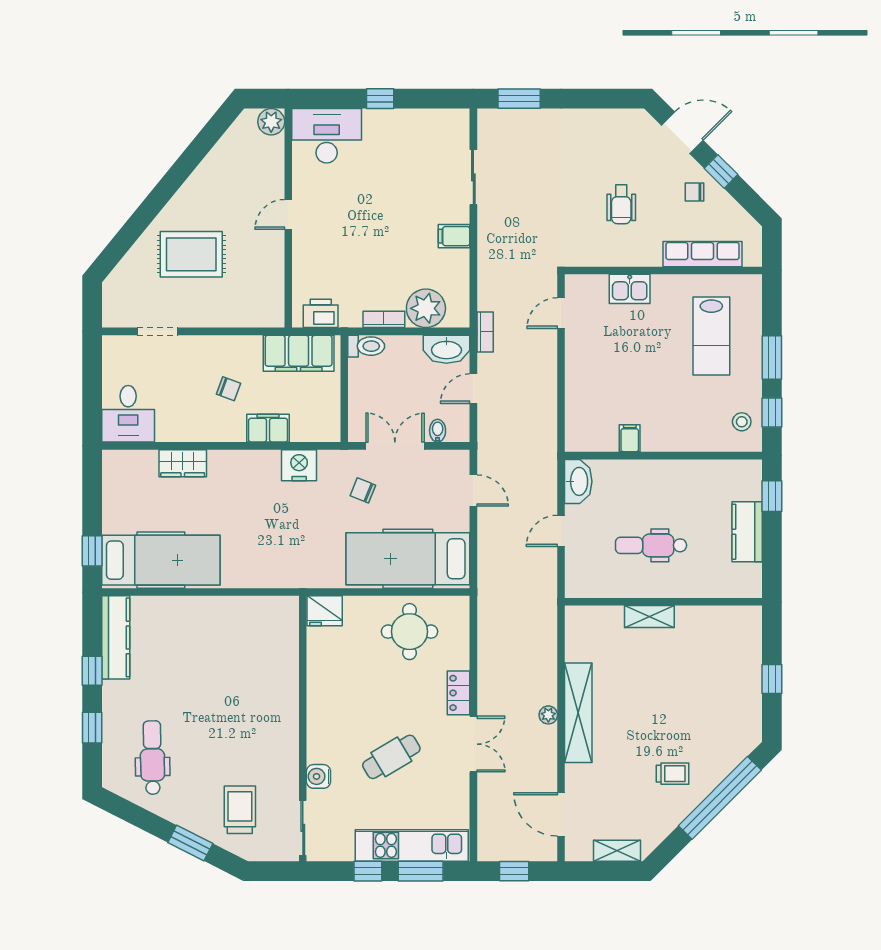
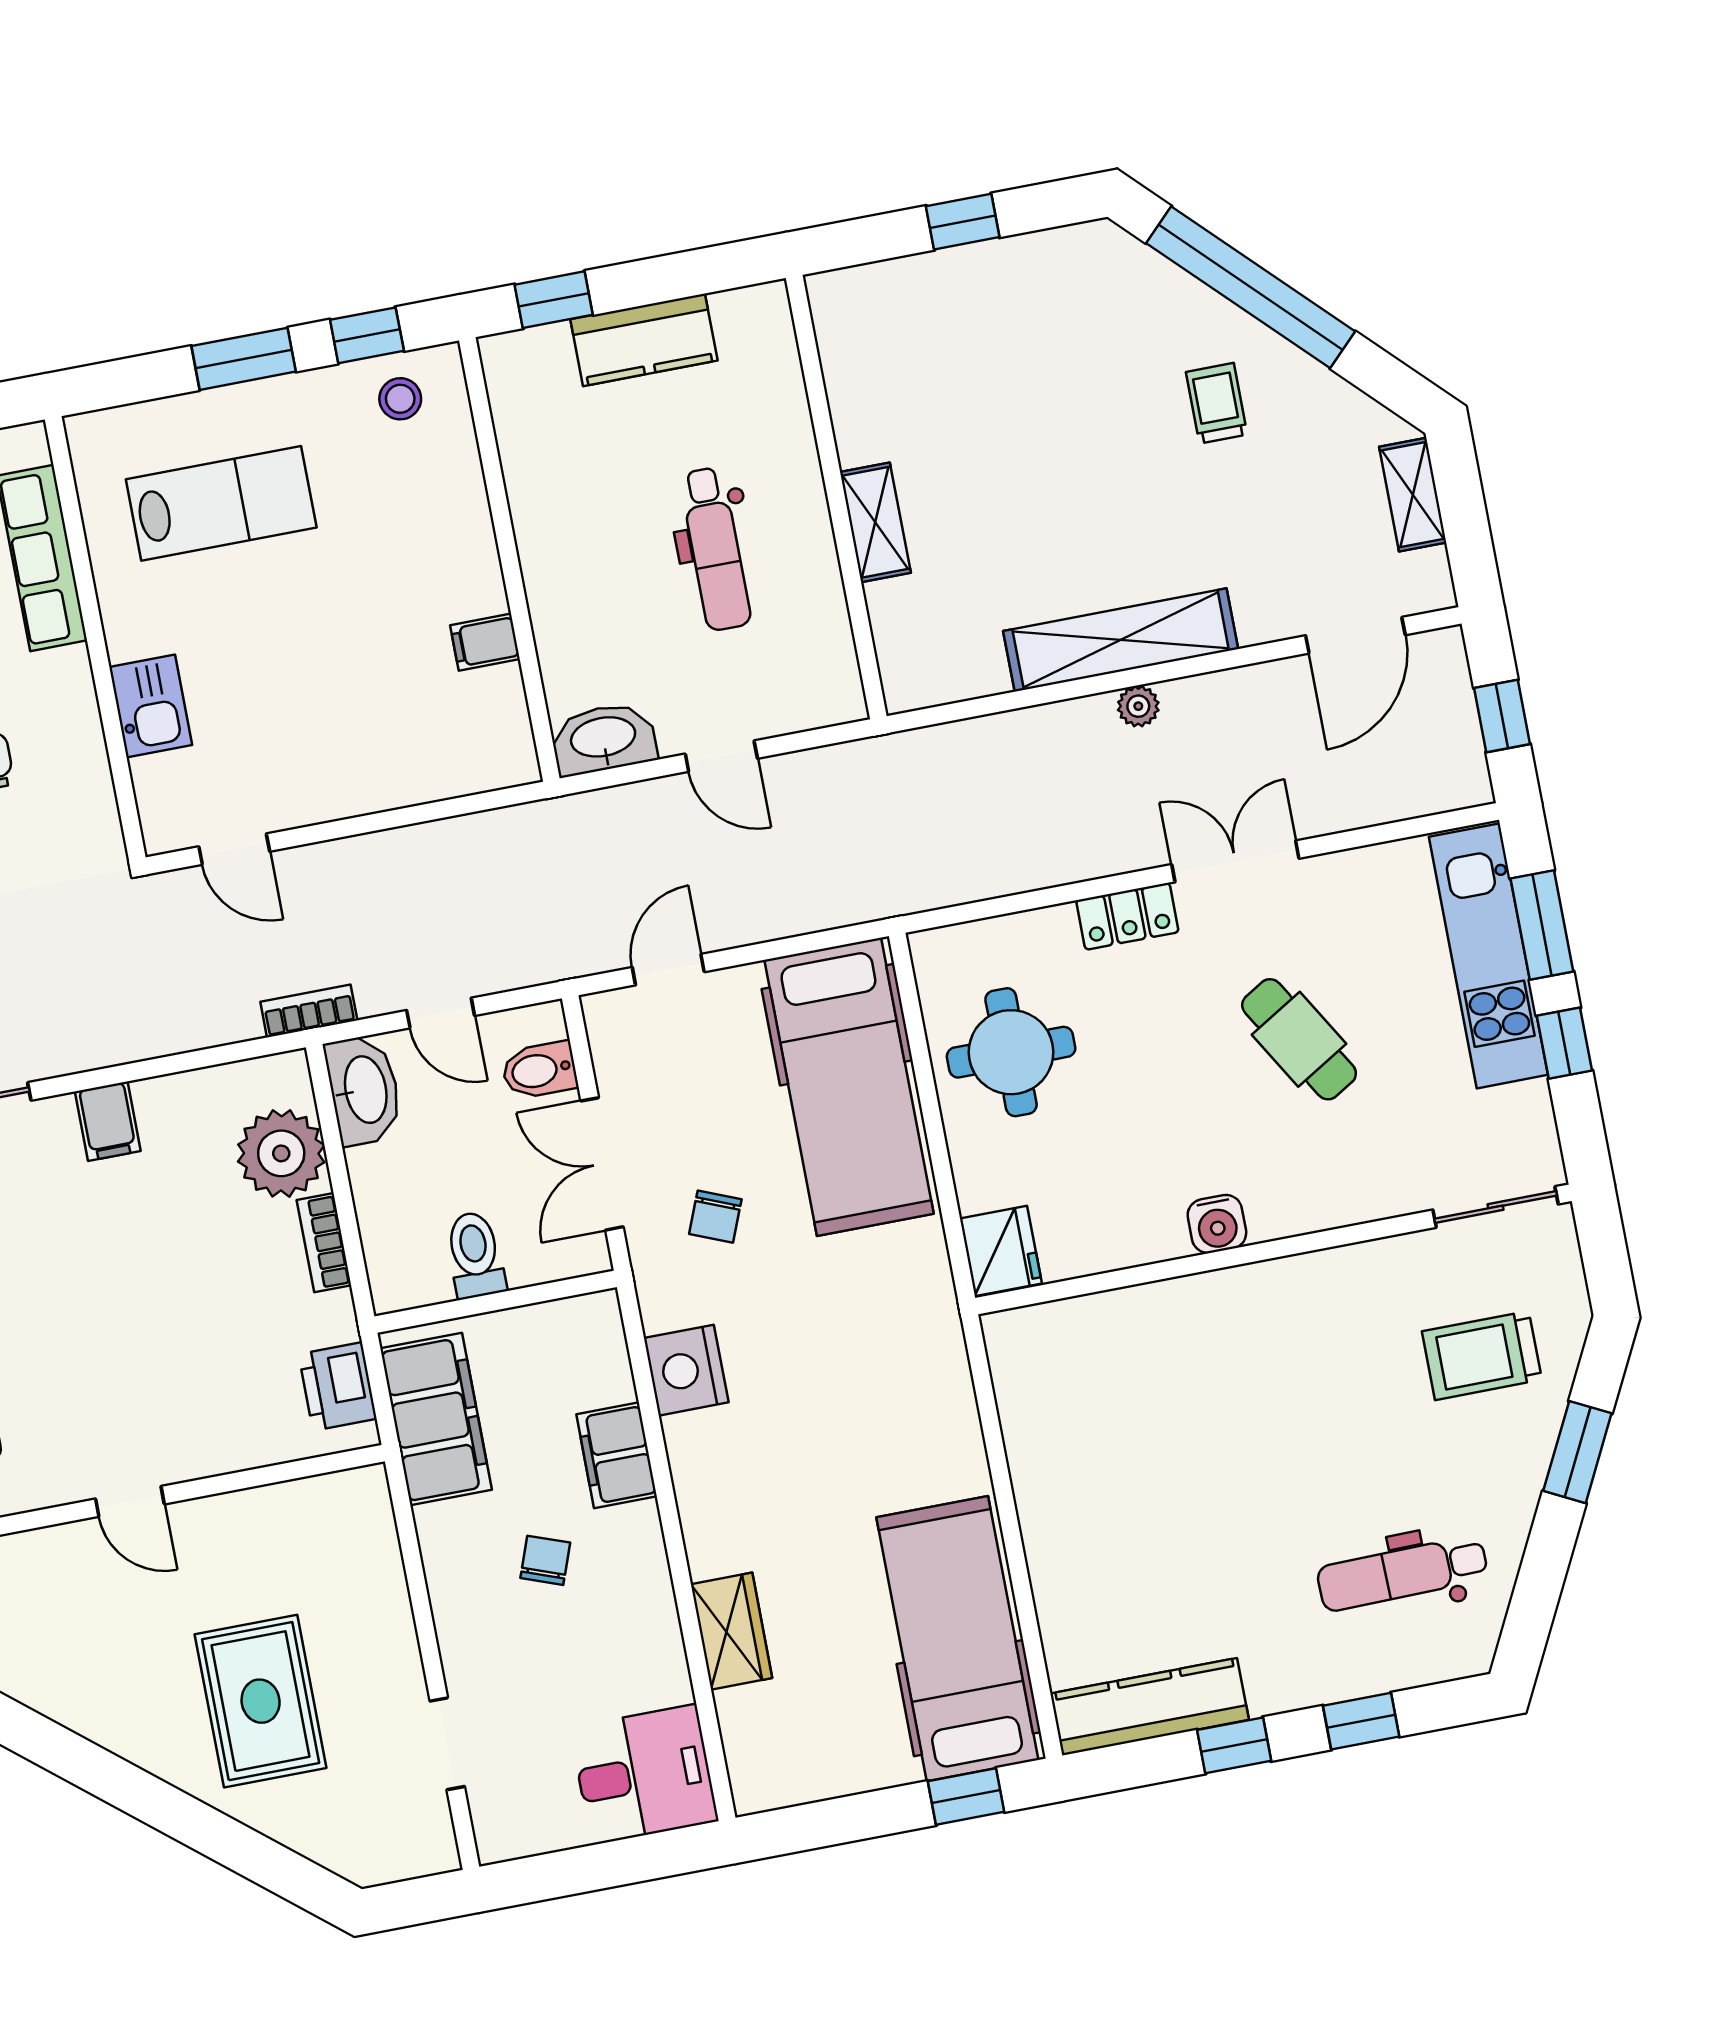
toilet: (366, 346) -> (475, 1255), moved
bidet: (438, 431) -> (539, 1070), width x1.38, depth x1.36
water cooler: (318, 776) -> (1217, 1224), moved

